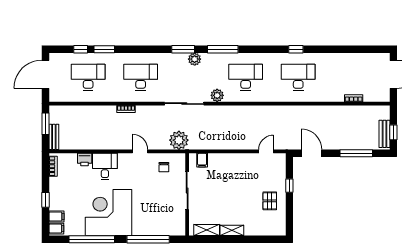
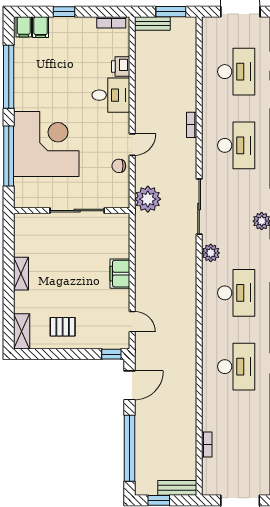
bench: (384, 134) -> (177, 488), moved
window: (356, 153) -> (130, 448), width x1.46
filing cabinet: (202, 160) -> (120, 274), moved, width x2.00
chair: (164, 167) -> (119, 166), moved
window: (289, 186) -> (111, 354), moved
corner desk: (108, 212) -> (46, 144), moved
shelving: (207, 230) -> (22, 331), moved

